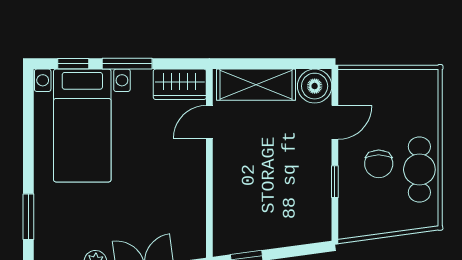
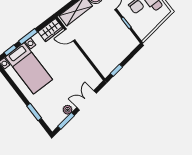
door: (209, 122) -> (70, 35), hinge flipped

